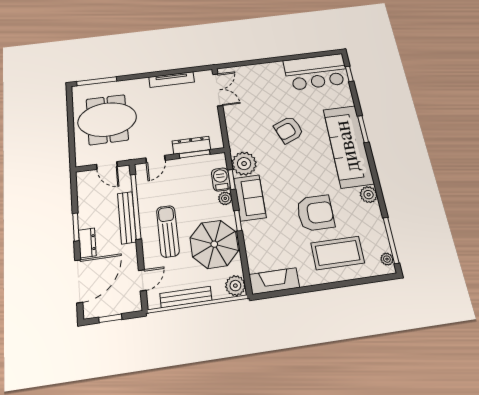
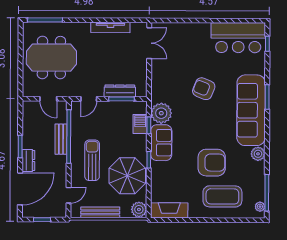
armchair: (289, 130) -> (204, 89), turned 44
plant: (225, 198) -> (141, 140), removed
bench: (127, 218) -> (61, 139), width x0.73

